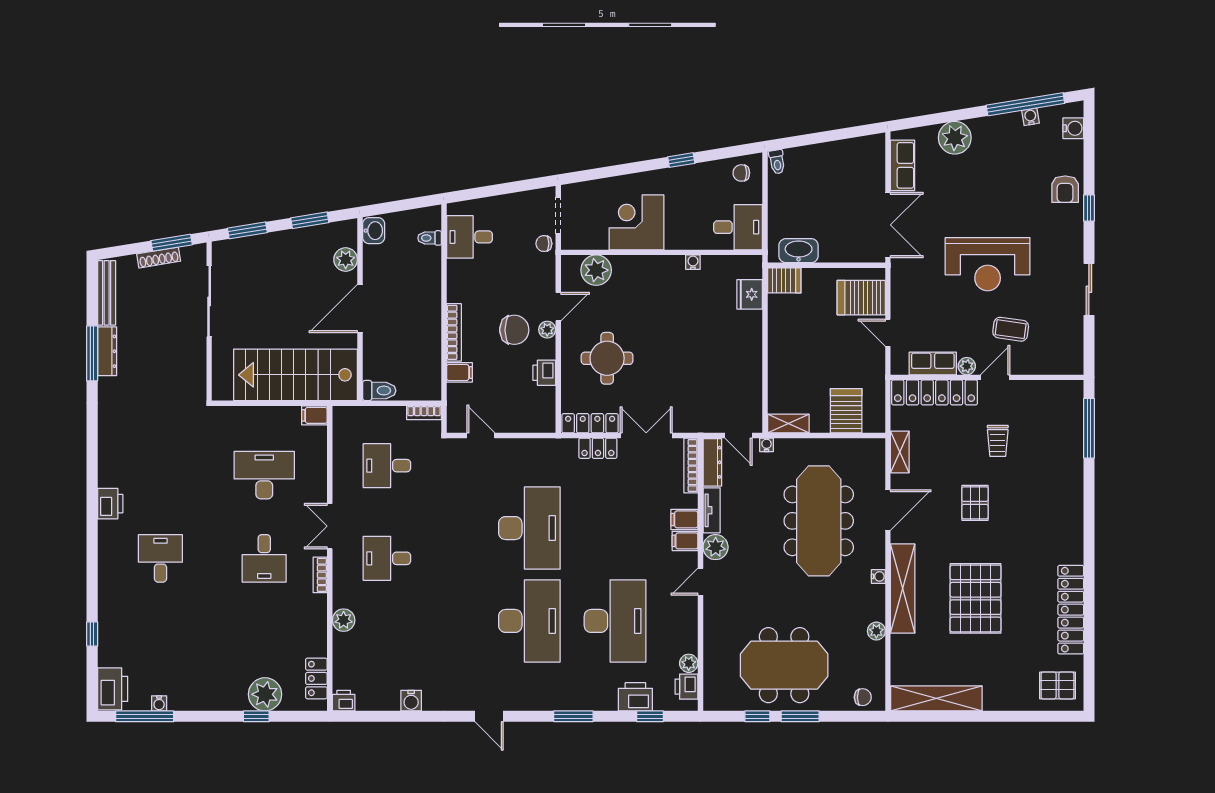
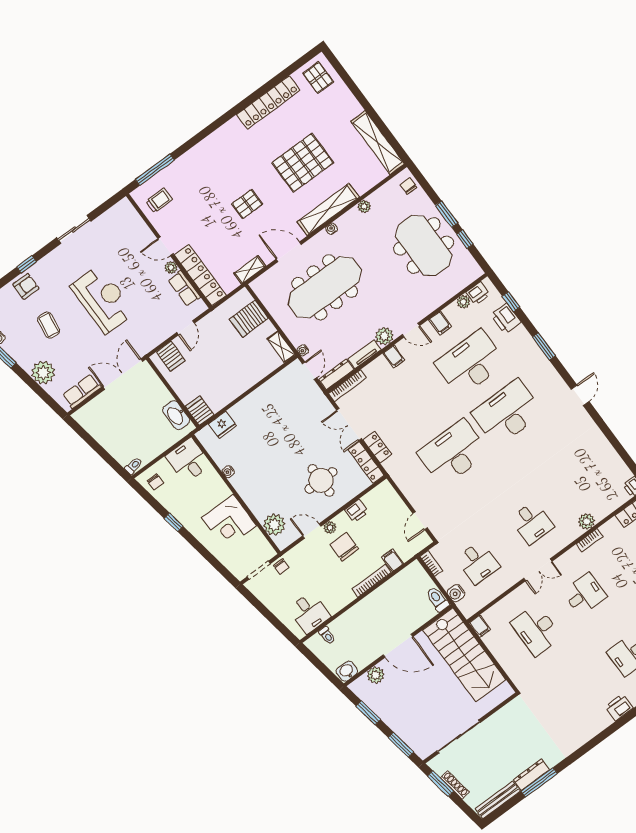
server rack: (861, 298) -> (171, 356), width x0.73, depth x0.70
coffee table: (1011, 329) -> (49, 325), moved
trolley: (998, 441) -> (159, 200), moved
filing cabinet: (684, 519) -> (440, 323), moved
bookcase: (320, 575) -> (590, 540), moved
water cooler: (411, 701) -> (456, 593), moved, turned 180

